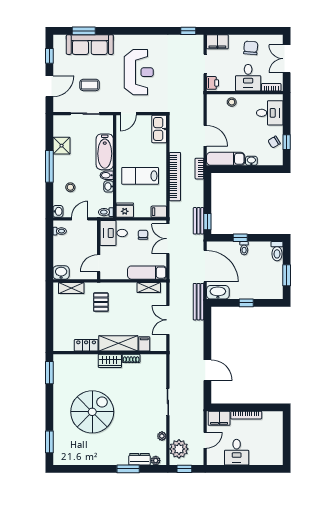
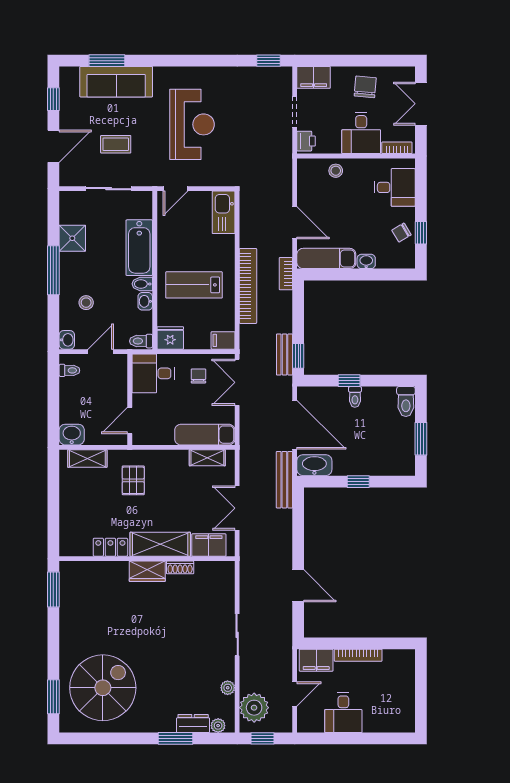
filing cabinet: (144, 344) -> (209, 545), width x2.00
spiral stairs: (92, 412) -> (103, 688), moved

